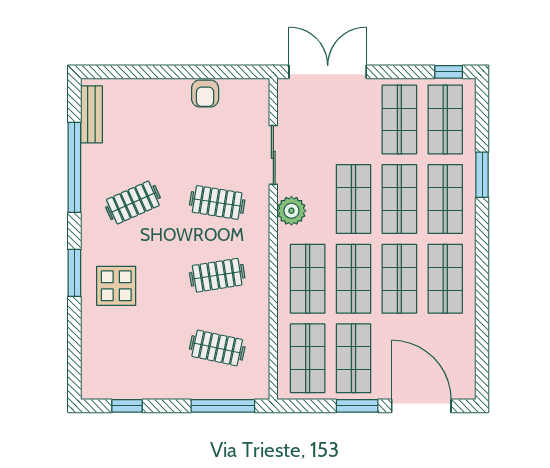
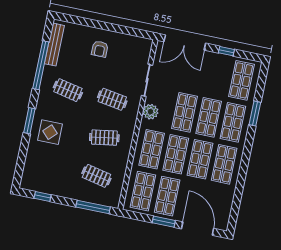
double door: (328, 72) -> (185, 42), swing flipped
window: (449, 72) -> (226, 51), moved
armchair: (205, 94) -> (100, 49), moved
bench: (91, 114) -> (54, 45), width x1.36
shop shelf: (399, 119) -> (217, 75), removed
clothes rail: (133, 203) -> (68, 90), turned 36

